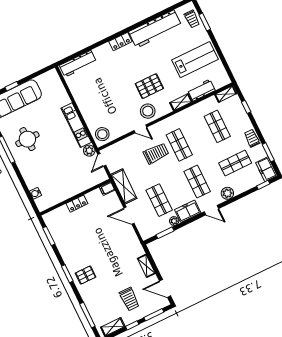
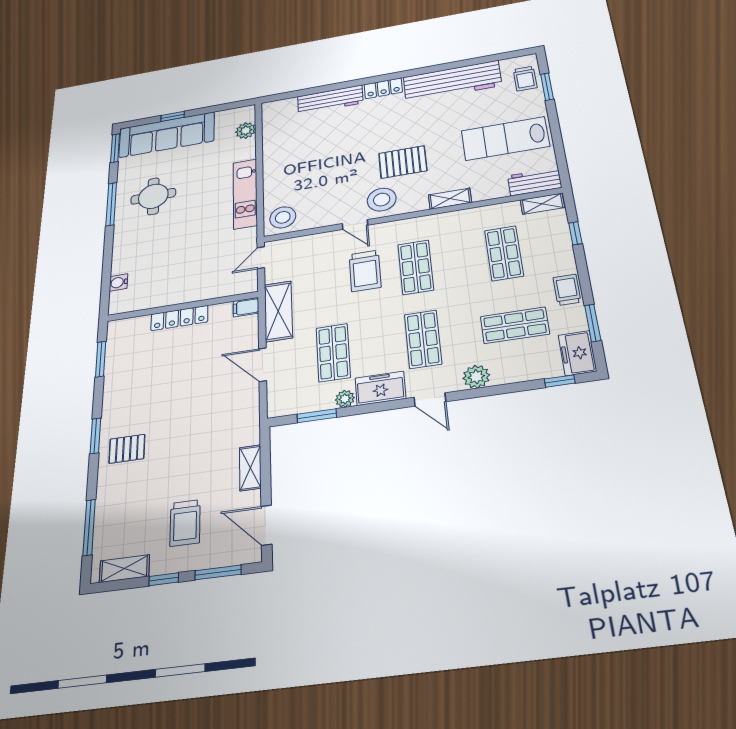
lab bench: (195, 60) -> (505, 139), turned 180
workbench: (78, 64) -> (330, 100), moved
workbench: (201, 90) -> (535, 182), moved
plant: (89, 151) -> (246, 131), moved
trolley: (156, 153) -> (365, 271), turned 90
locker: (77, 204) -> (179, 318), width x1.53

